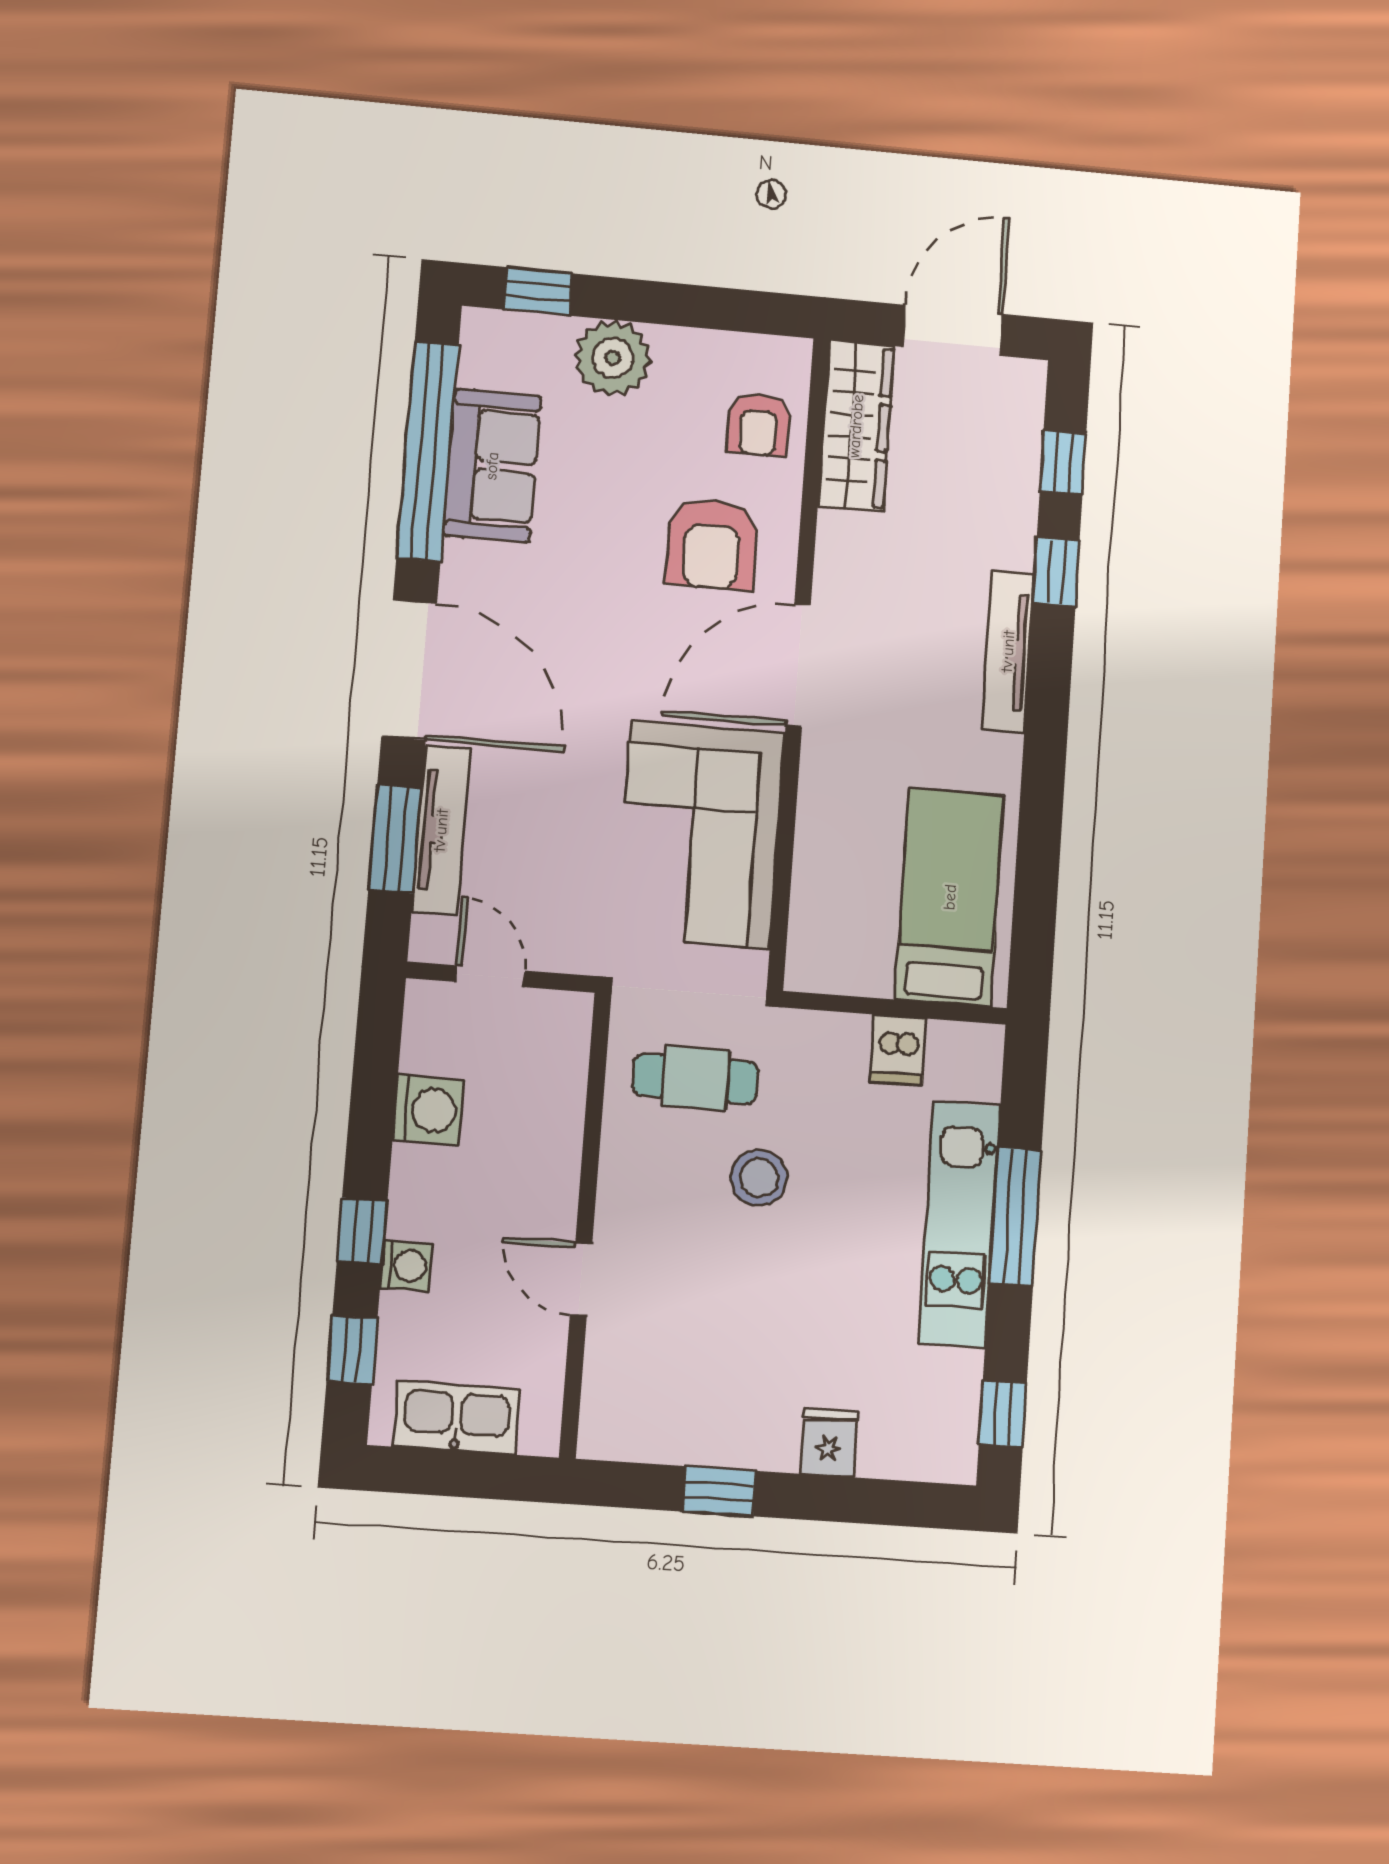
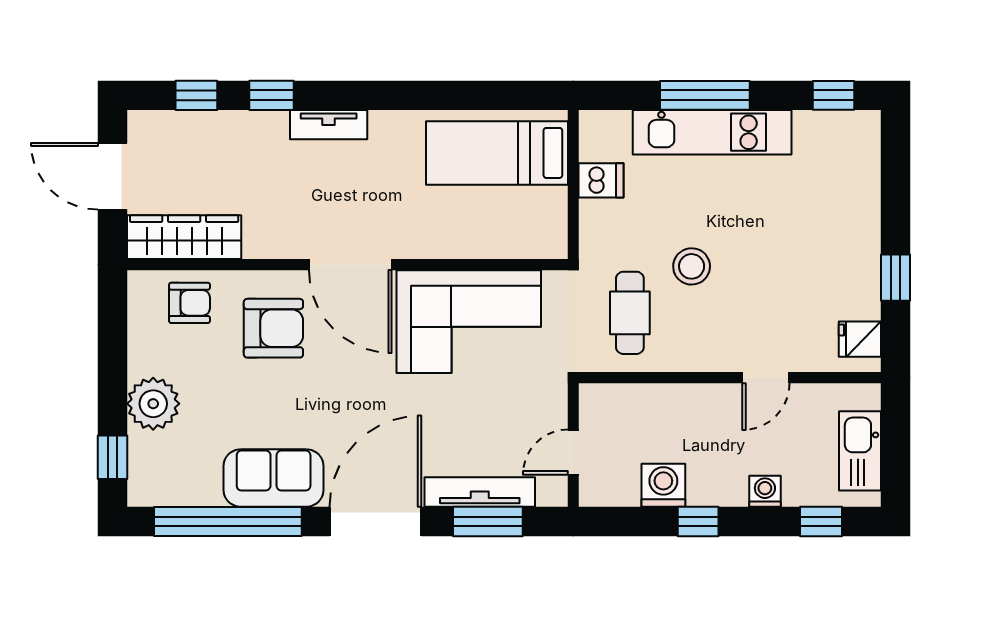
sofa: (492, 466) -> (274, 478), moved
tv unit: (1008, 651) -> (329, 125), width x0.71
window: (362, 1231) -> (698, 521), moved
fridge: (829, 1443) -> (860, 339), moved

